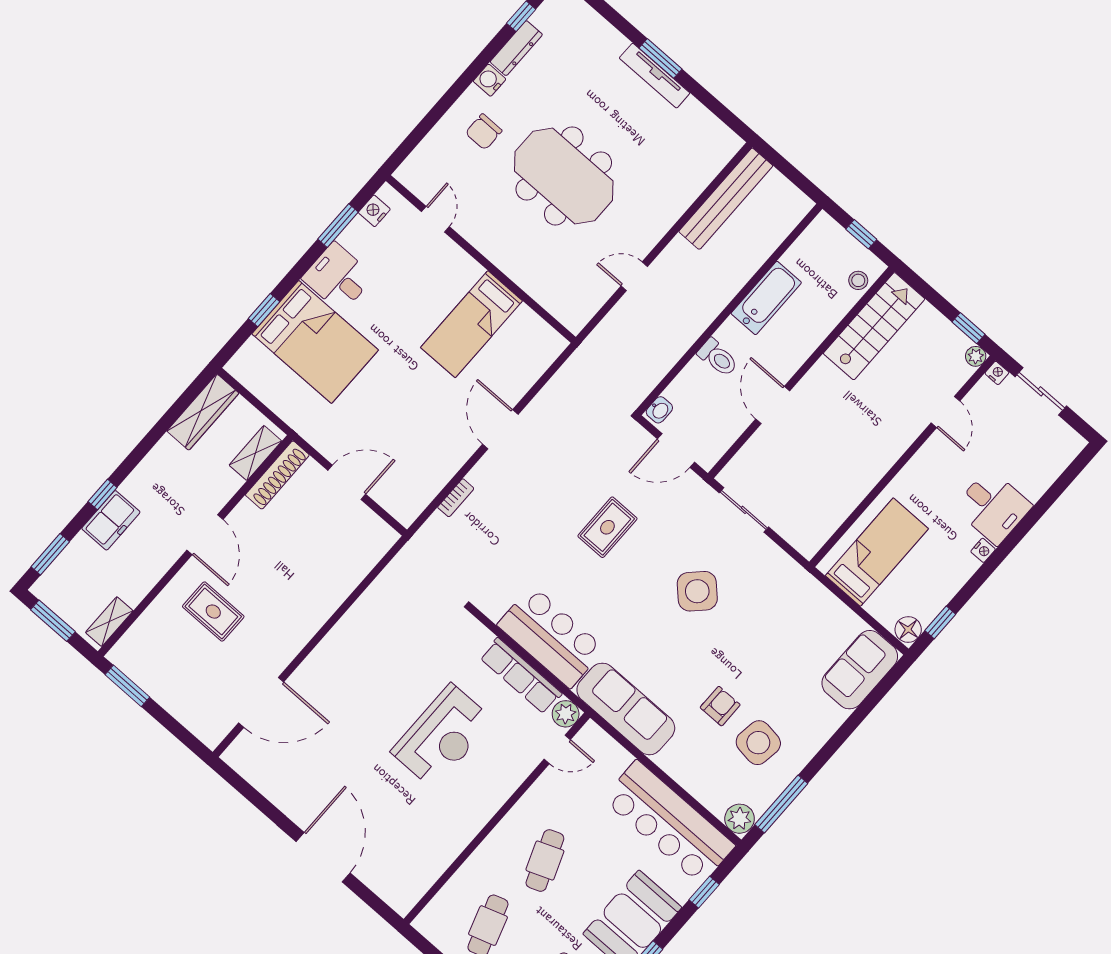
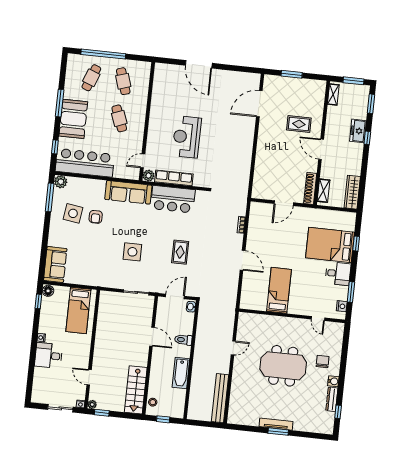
side table: (697, 591) -> (132, 252), turned 45
window: (127, 686) -> (292, 74), moved

